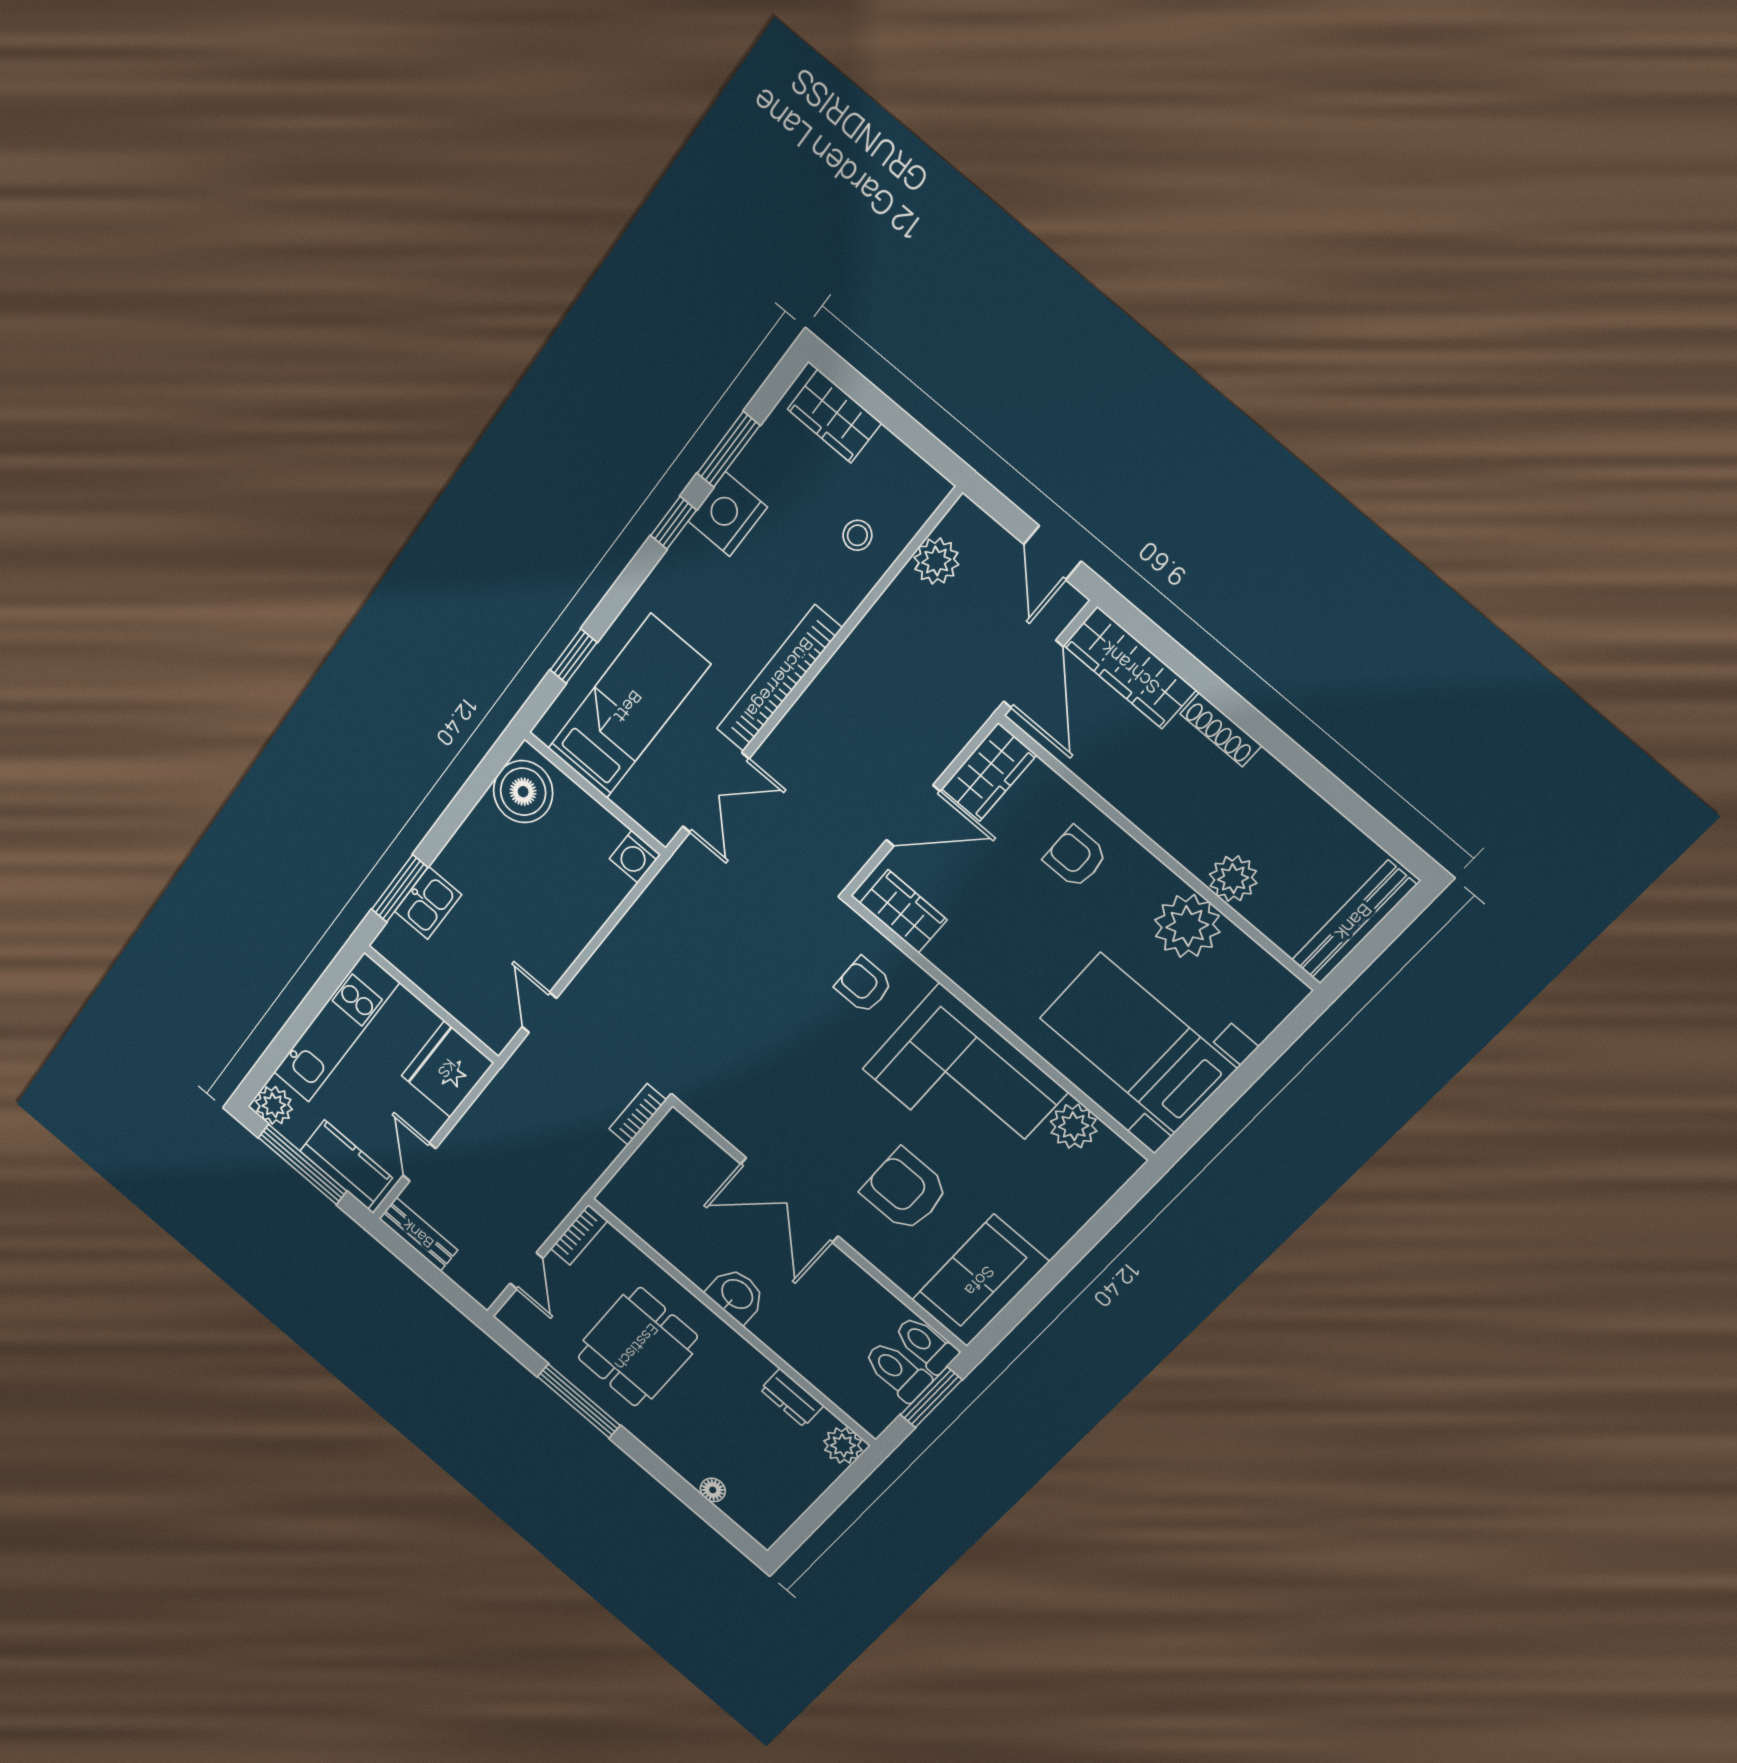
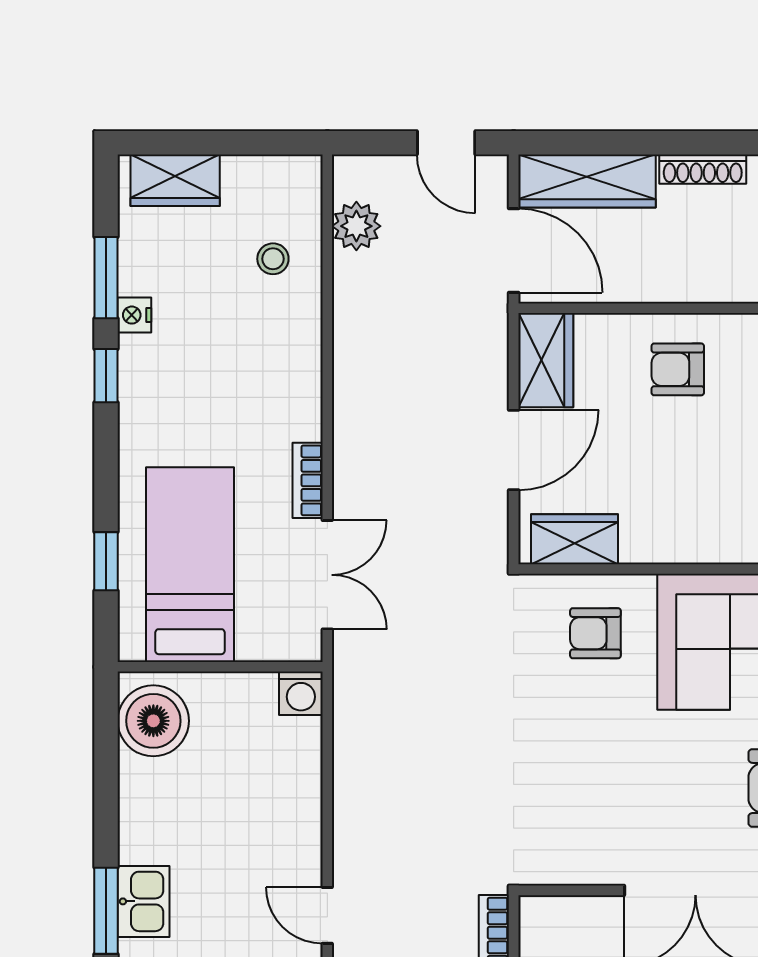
nightstand: (728, 514) -> (134, 315), width x0.53, depth x0.56
bookcase: (779, 679) -> (308, 480), width x0.43, depth x0.76

